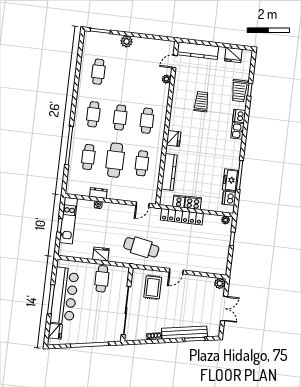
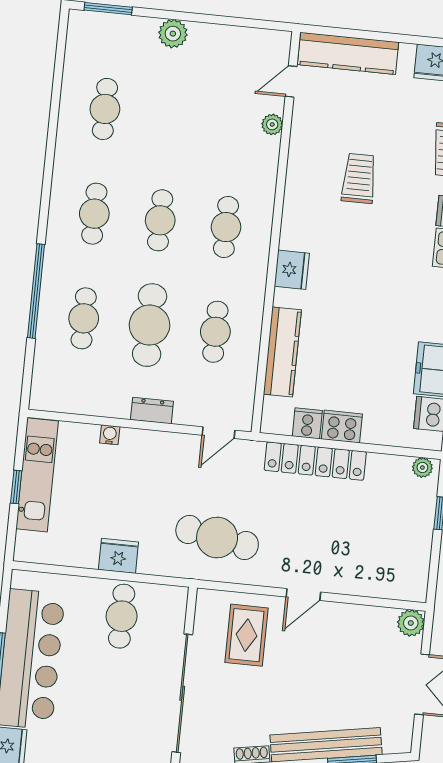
dresser: (98, 193) -> (152, 411), moved

